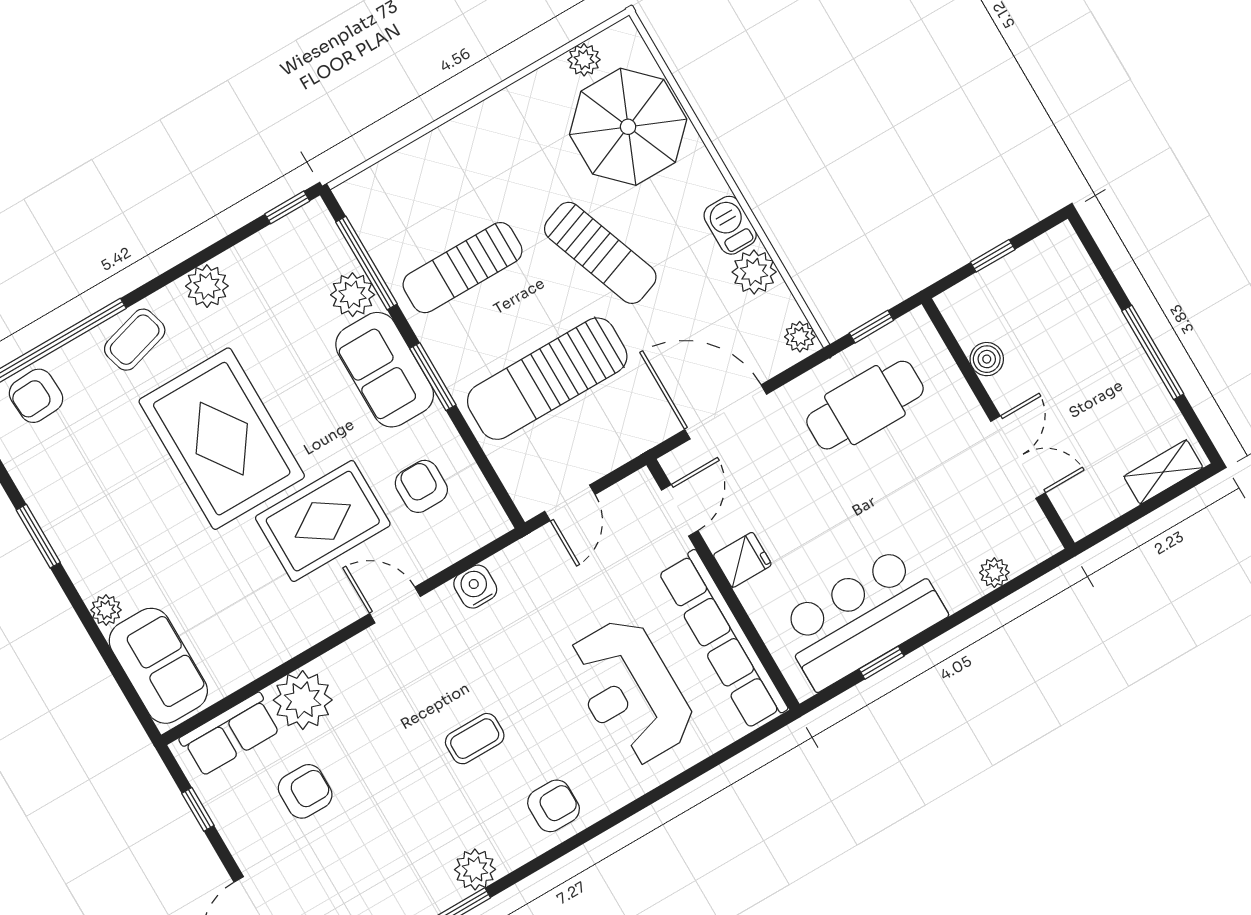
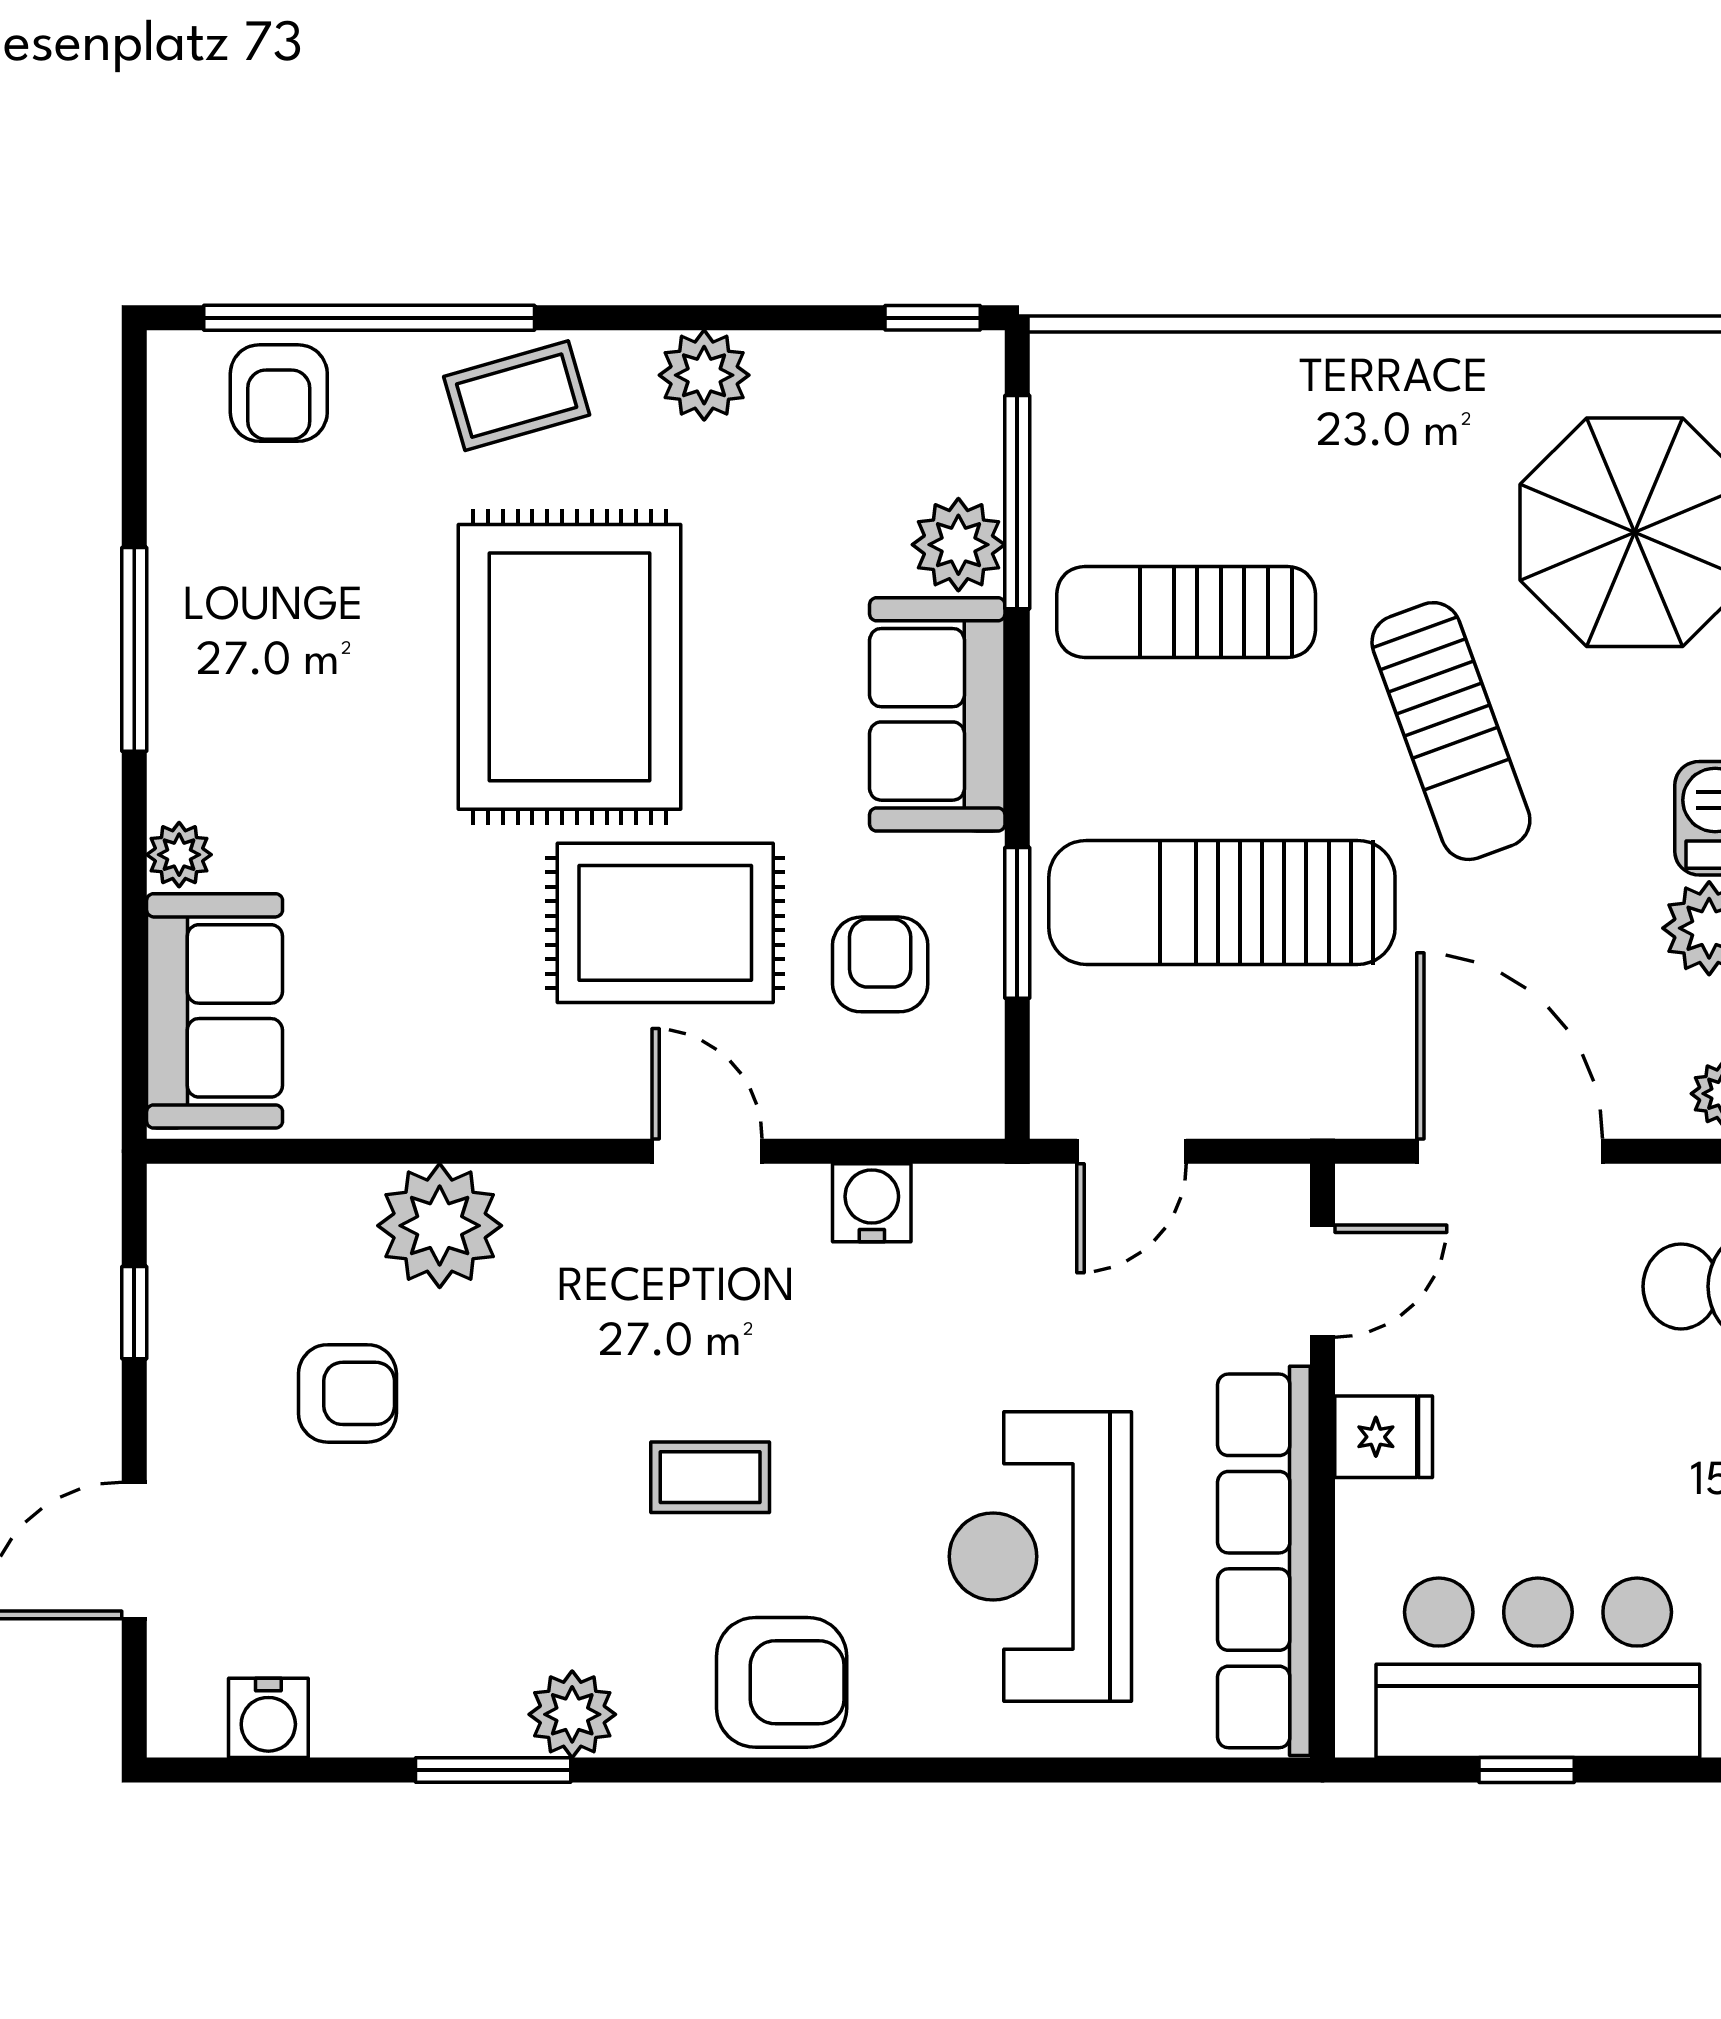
plant: (584, 60) -> (1626, 364), removed
window: (433, 377) -> (1017, 923), moved
armchair: (36, 396) -> (279, 393), turned -87
window: (38, 536) -> (134, 649), width x1.44
row of seats: (230, 734) -> (272, 1211), removed
armchair: (554, 806) -> (782, 1682), width x1.38, depth x1.38

